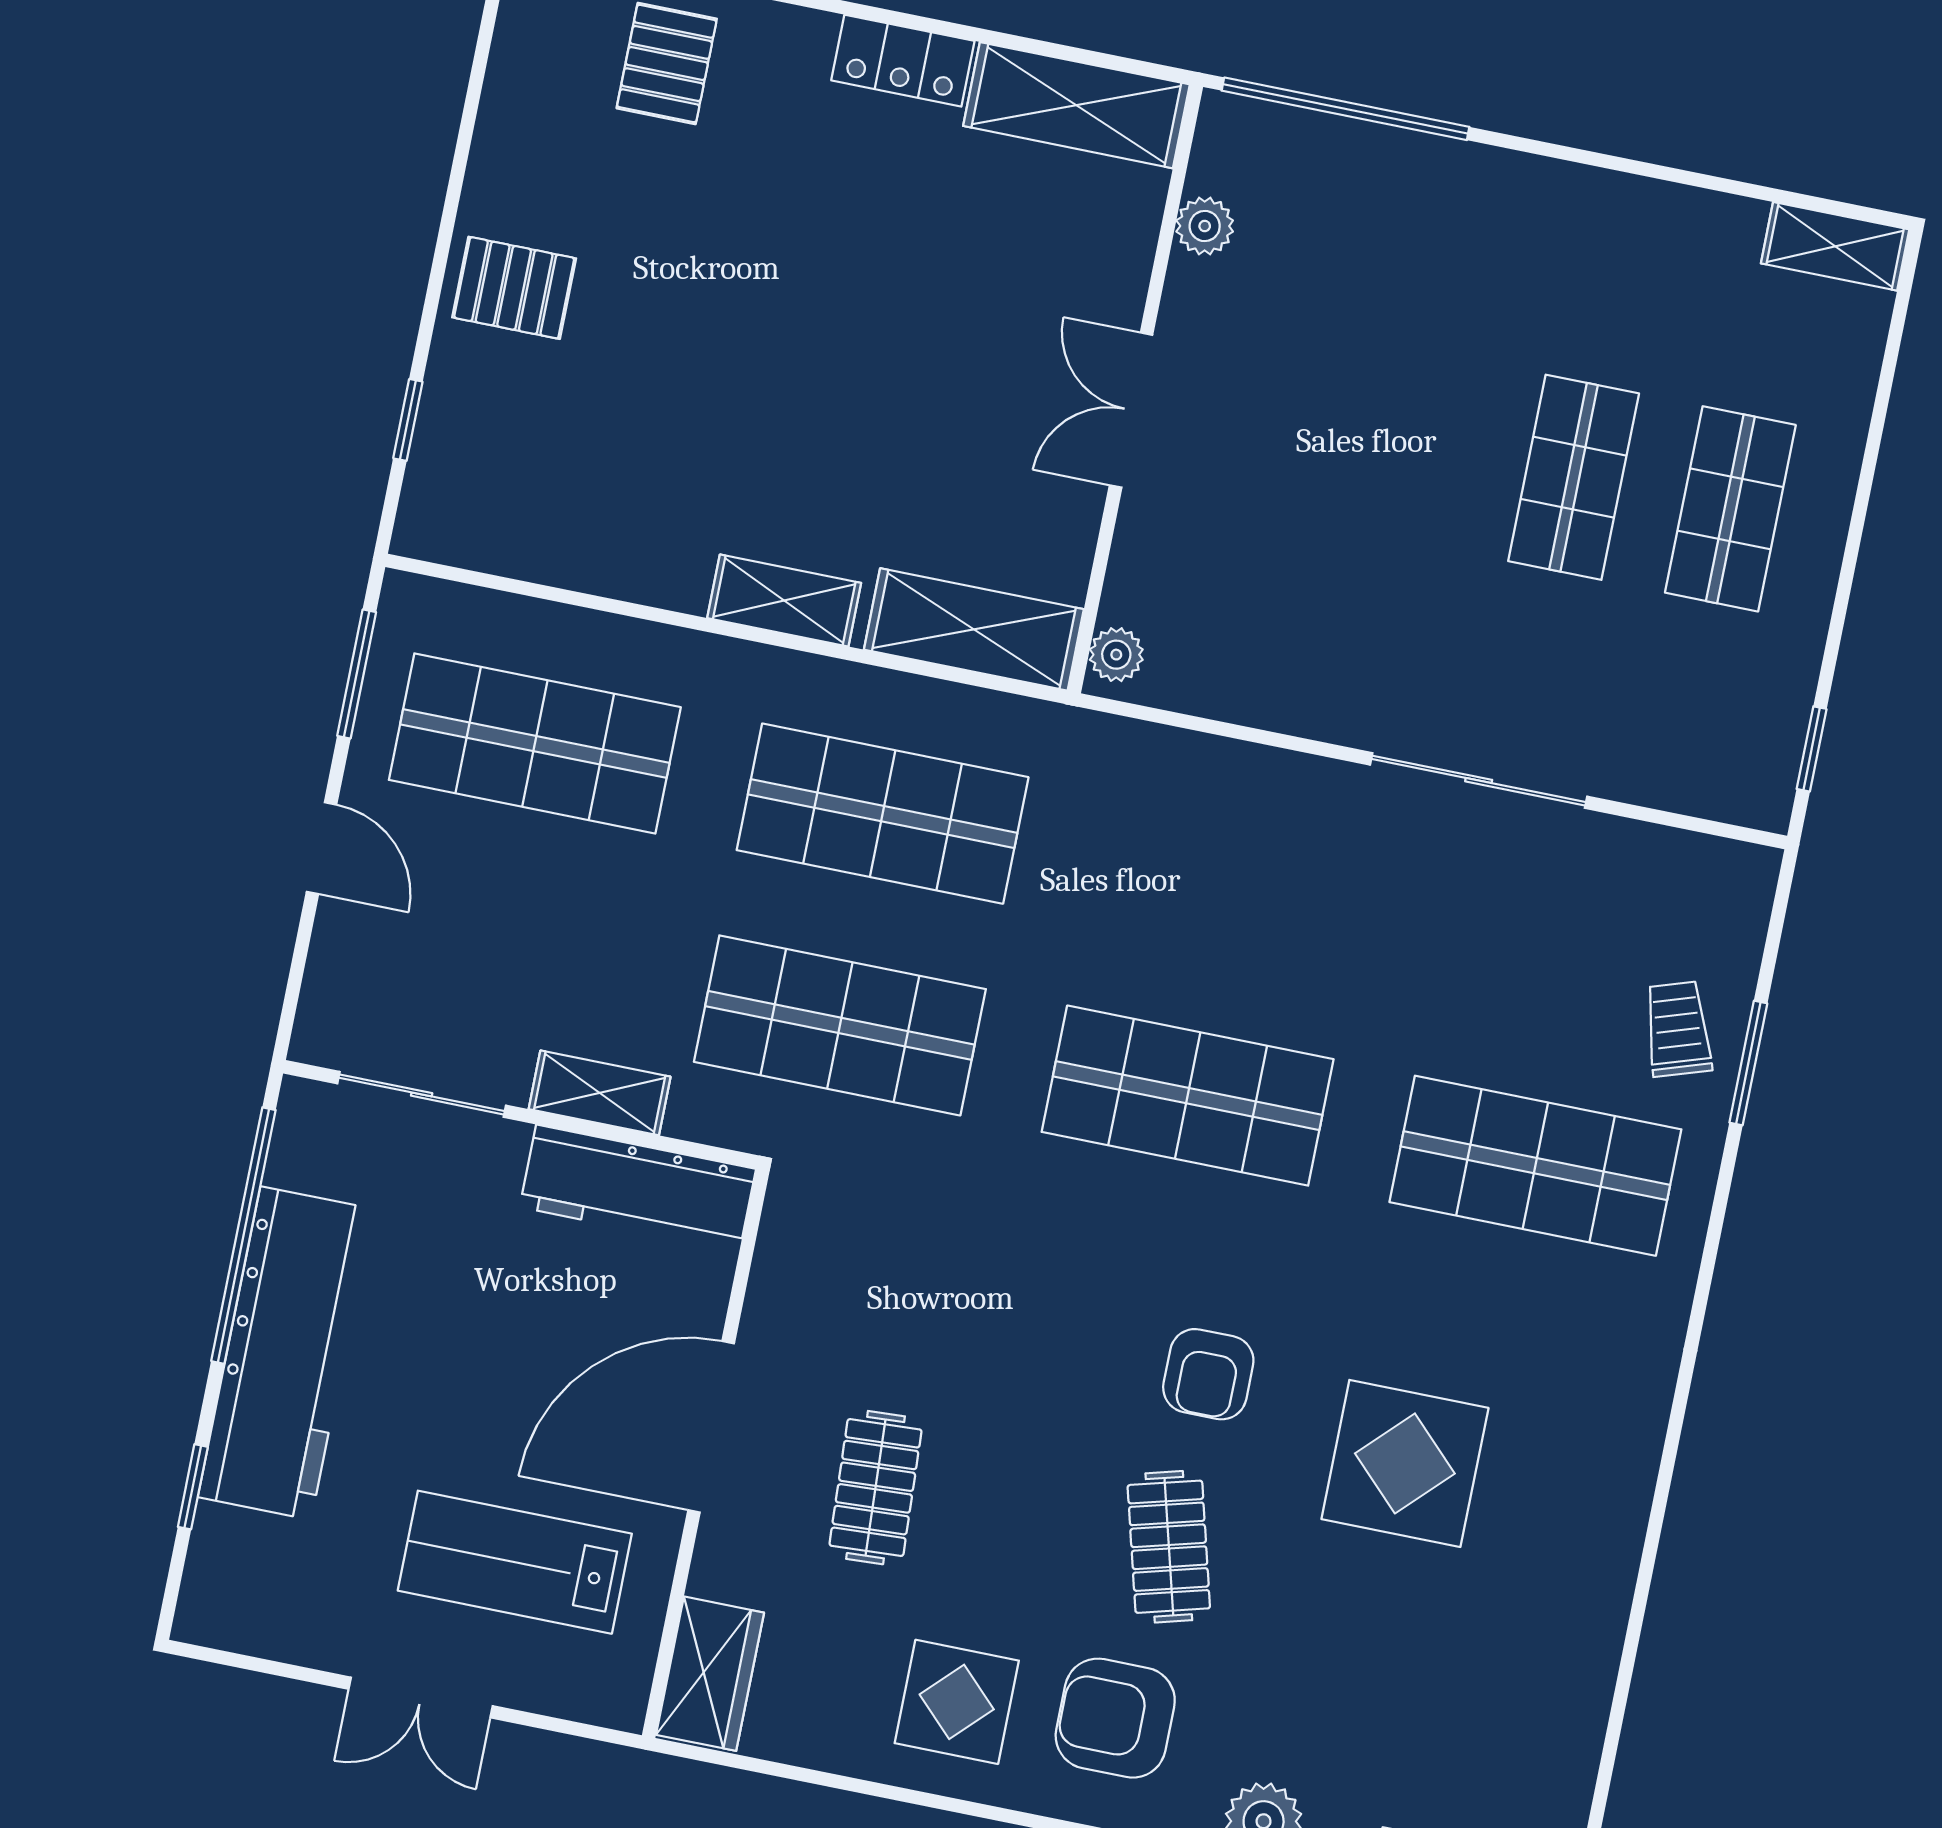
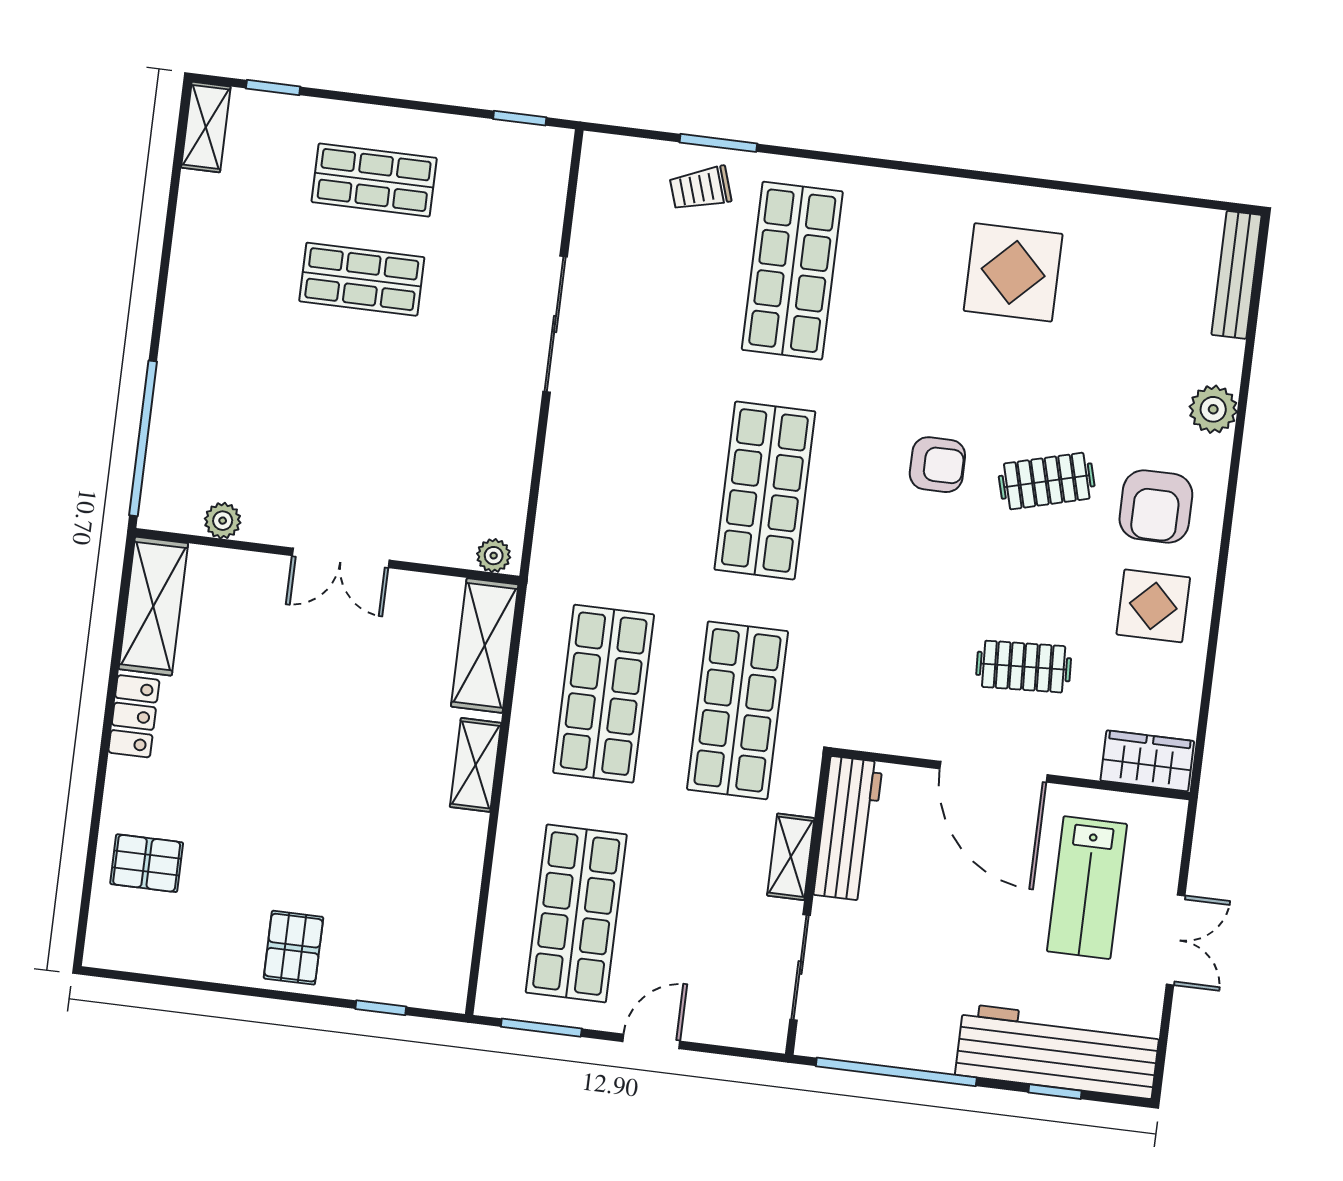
window: (1890, 359) -> (273, 87), added
workbench: (286, 1353) -> (1058, 1051), moved
display table: (1405, 1463) -> (1013, 272), moved

